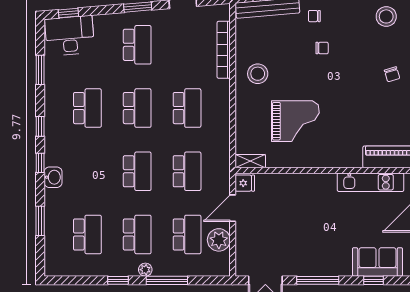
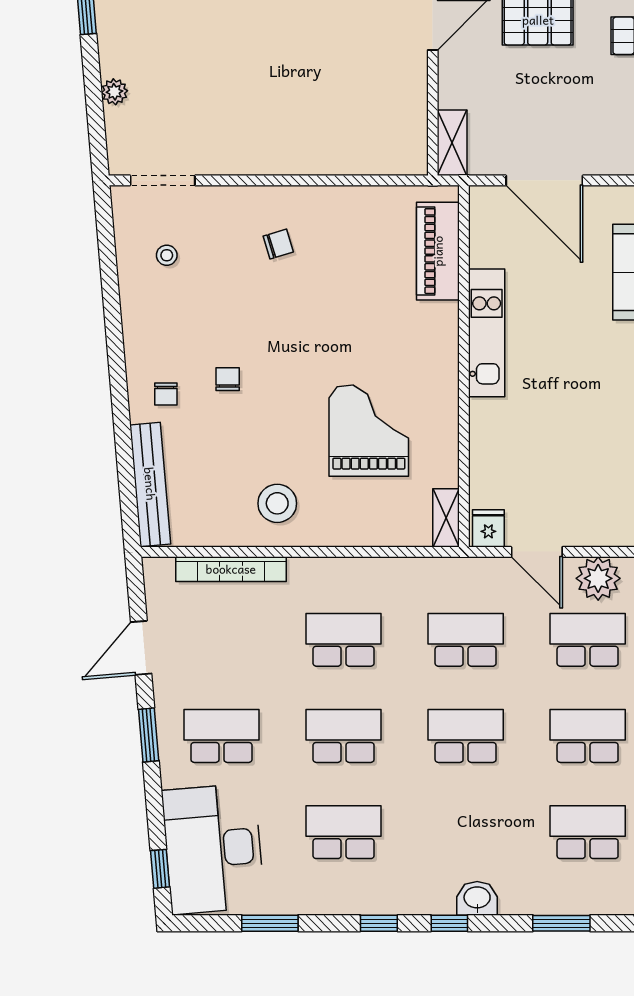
stool: (386, 16) -> (167, 255), width x0.53, depth x0.53
desk: (70, 36) -> (213, 849), width x1.36, depth x1.30
kitchen unit: (371, 182) -> (487, 333), moved

